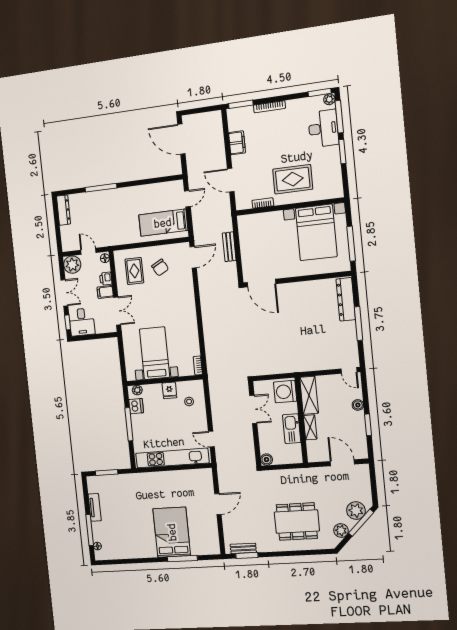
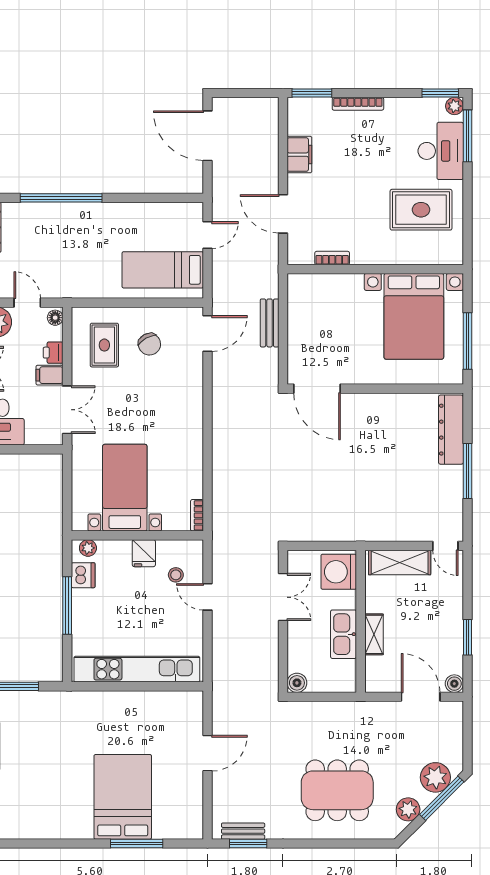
window: (342, 152) -> (467, 192), removed
rug: (293, 179) -> (421, 210), moved
window: (101, 188) -> (61, 198), width x1.46
shelving: (309, 395) -> (400, 562), moved, turned 90
boiler: (358, 405) -> (454, 684), moved
door: (211, 439) -> (208, 597), moved

